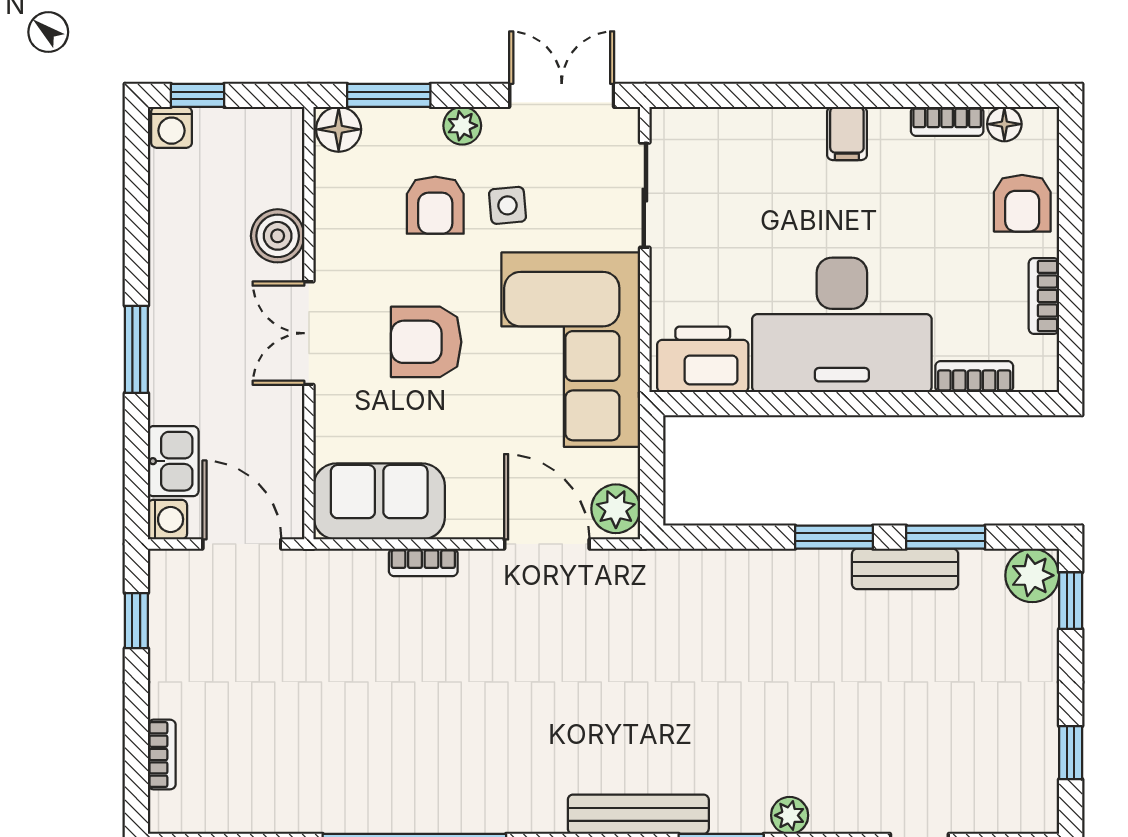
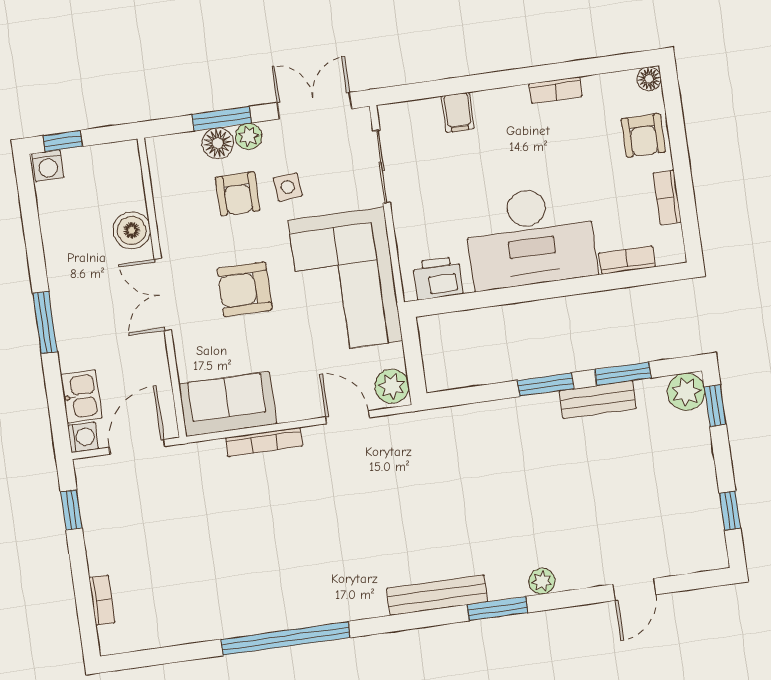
window: (389, 95) -> (222, 119), moved
bookcase: (947, 121) -> (555, 90), moved
floor lamp: (1004, 124) -> (649, 79), moved
floor lamp: (339, 129) -> (218, 143), moved
filing cabinet: (847, 133) -> (458, 112), moved
printer: (703, 359) -> (438, 278), width x0.73, depth x0.84
door: (242, 544) -> (137, 447), hinge flipped
door: (547, 544) -> (348, 417), width x0.73
bookcase: (423, 562) -> (264, 442), width x1.56

